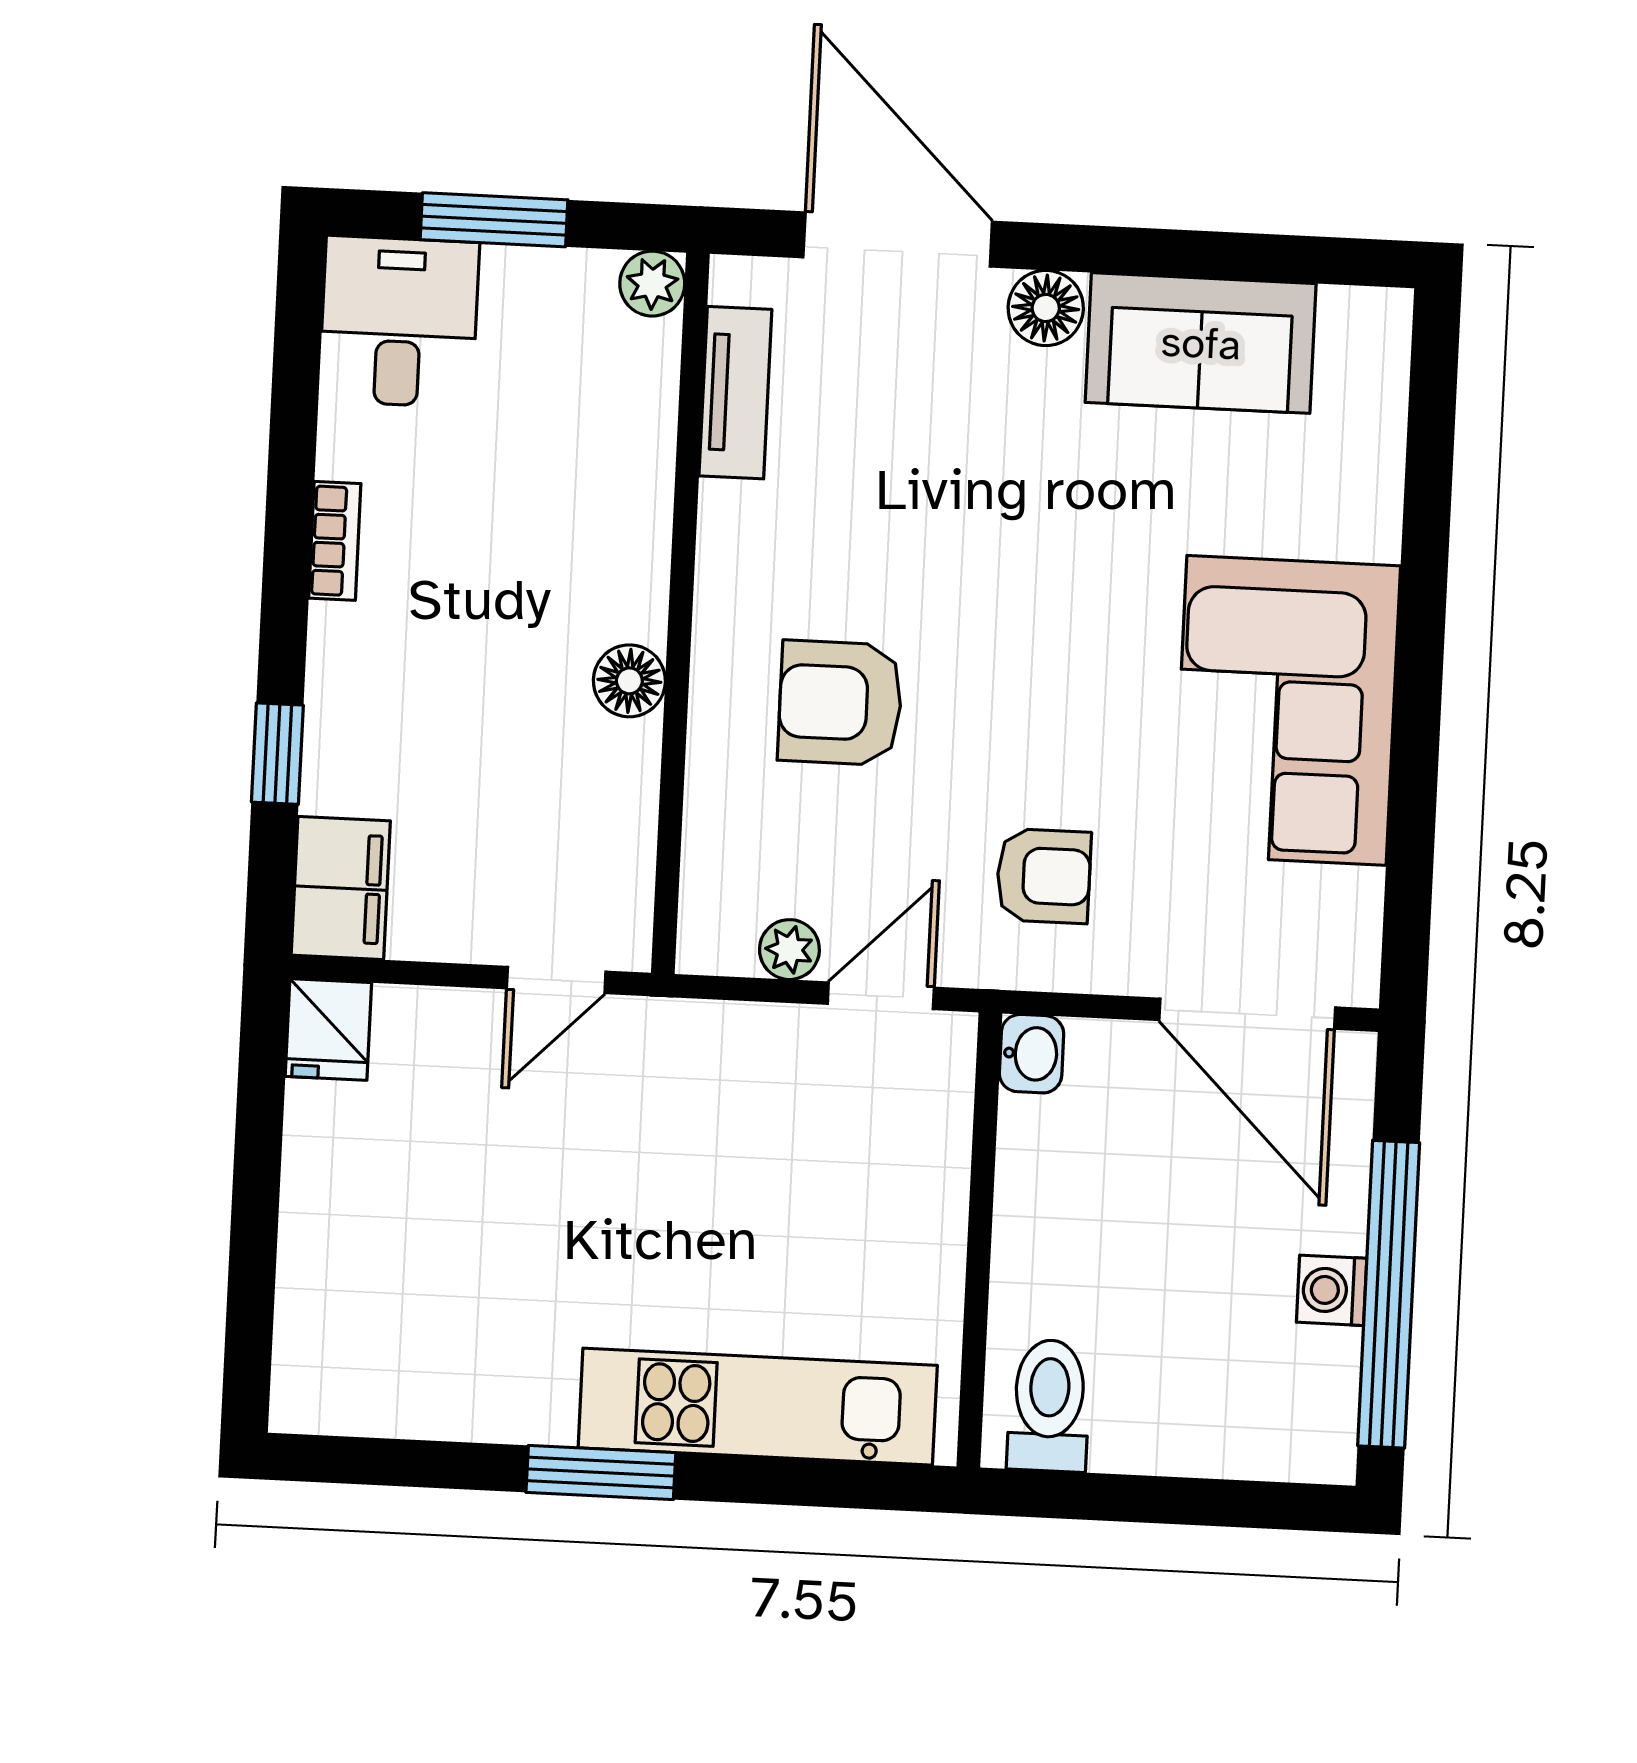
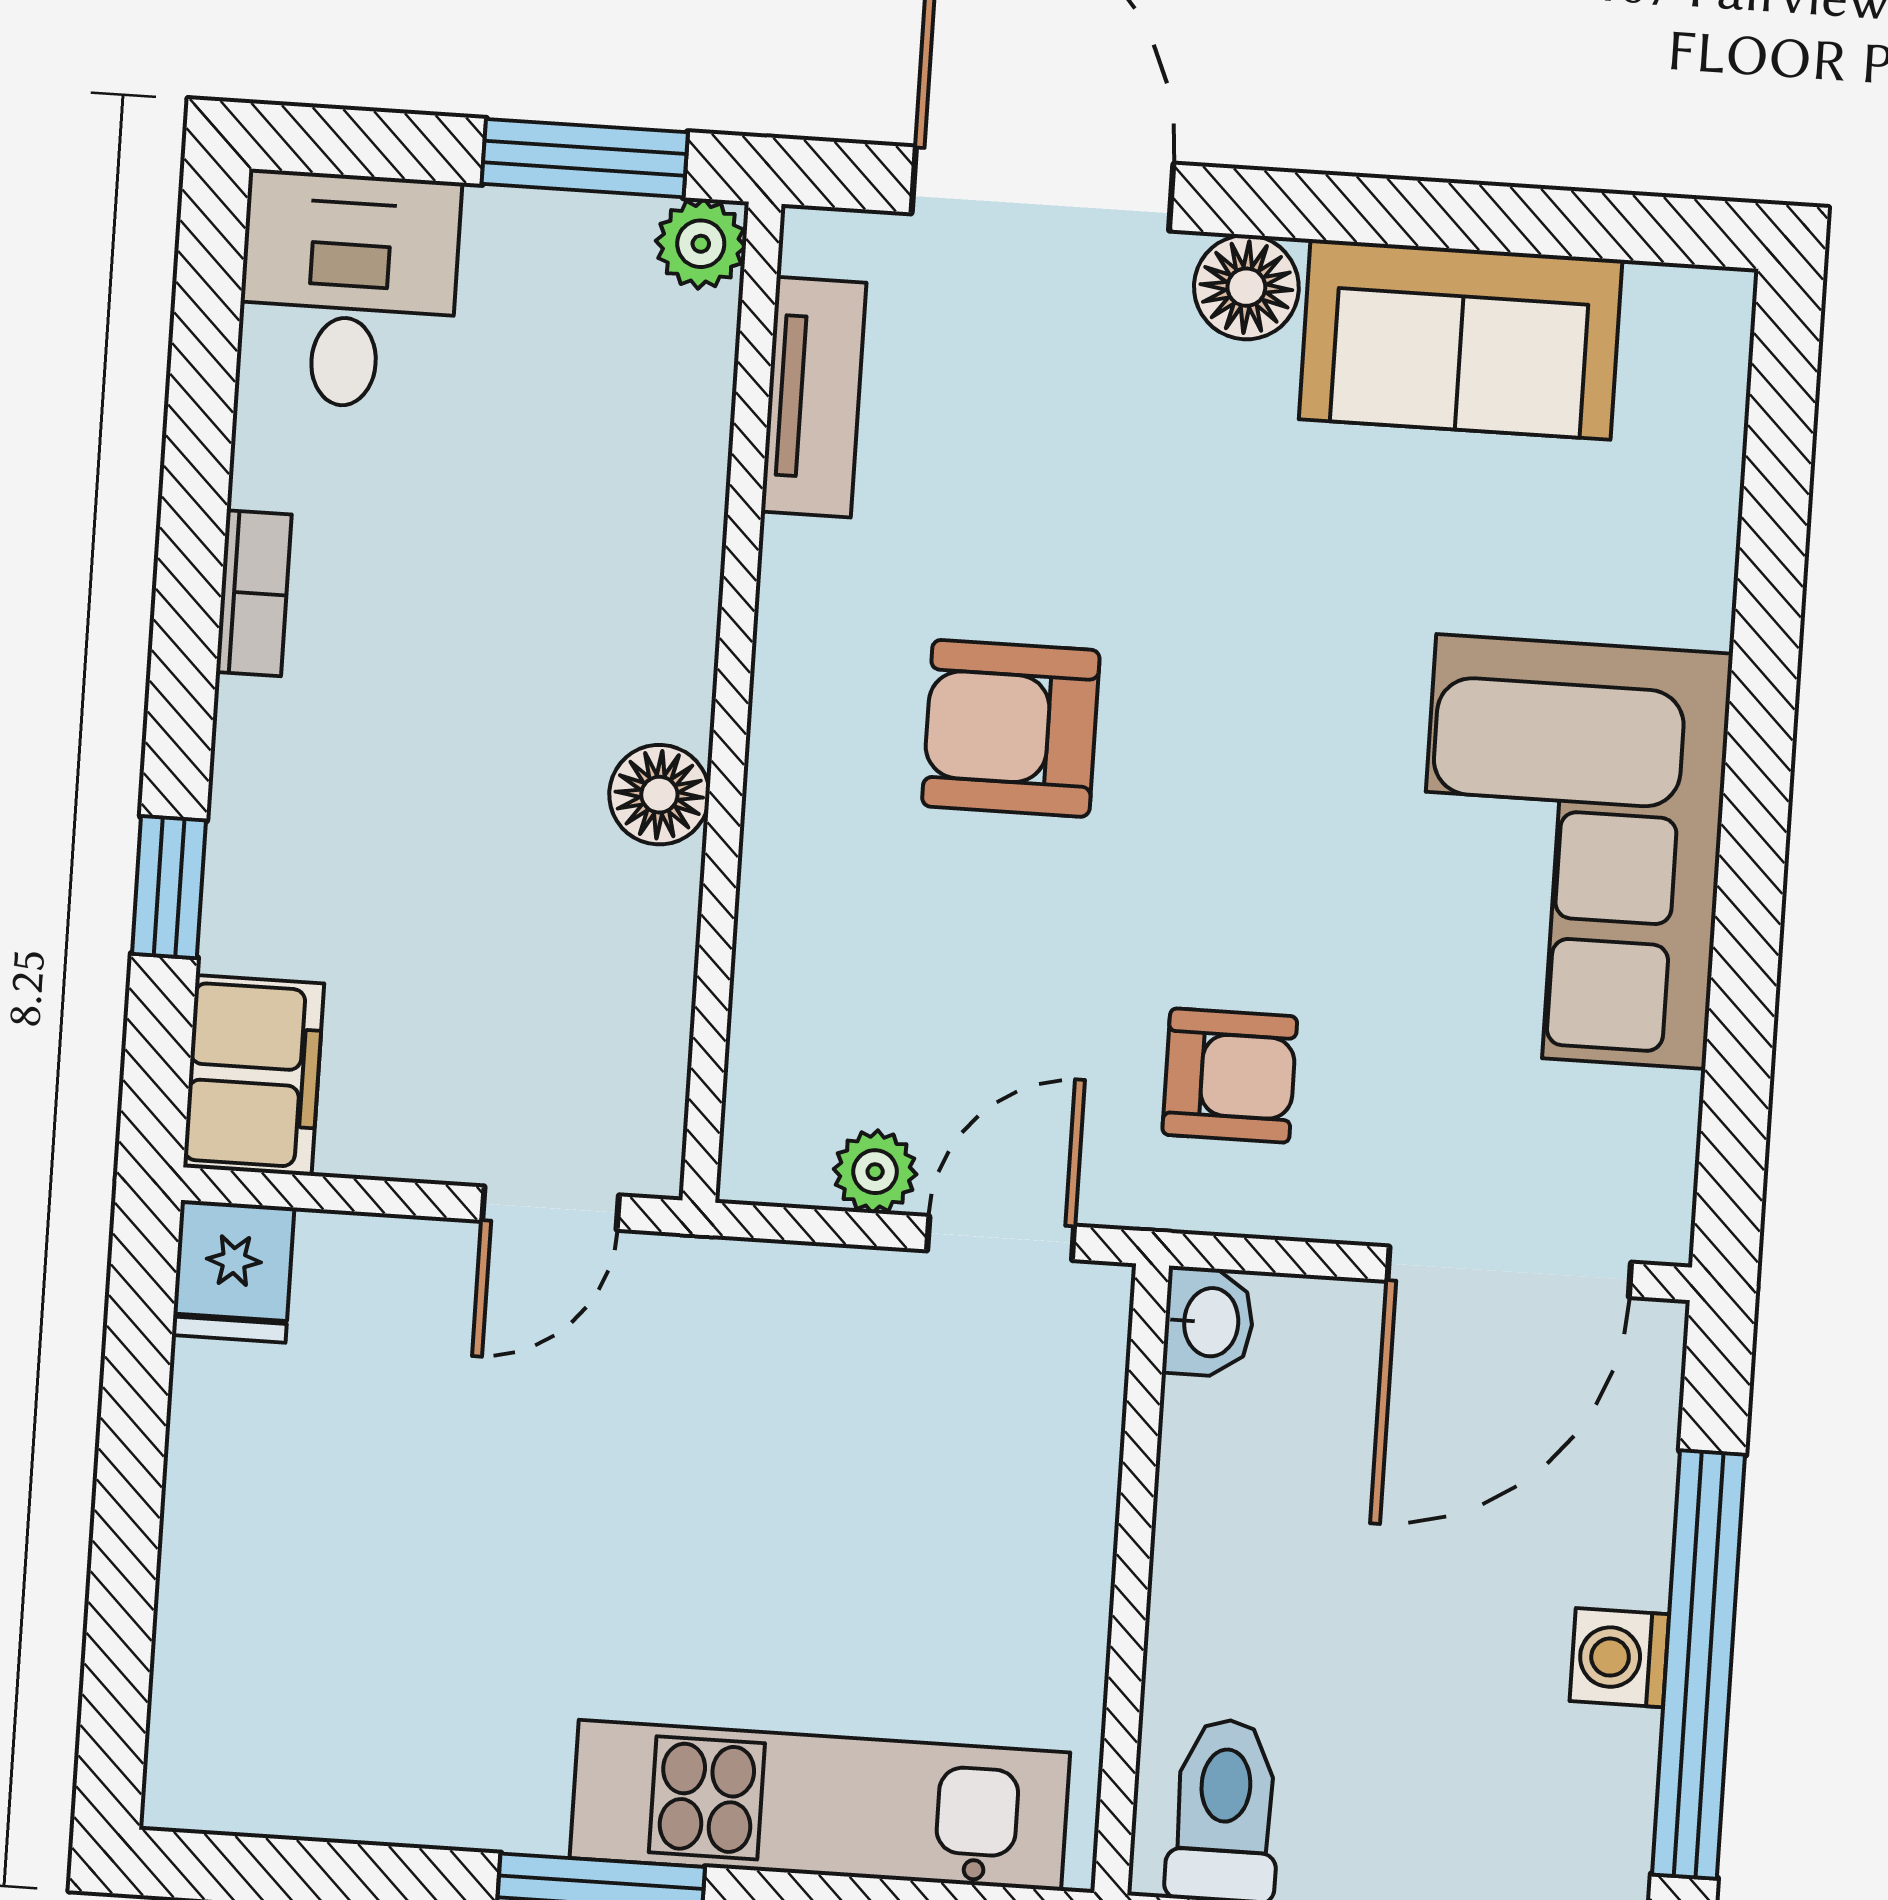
window: (494, 220) -> (585, 158), moved
armchair: (840, 703) -> (1011, 728), moved
door: (1247, 1014) -> (1509, 1272), hinge flipped

